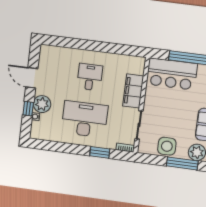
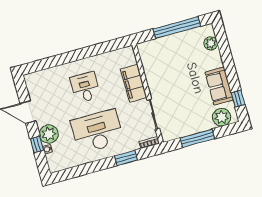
bar counter: (172, 74) -> (164, 51), removed
side table: (167, 146) -> (190, 124), removed
window: (182, 163) -> (197, 138), moved

